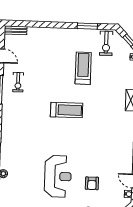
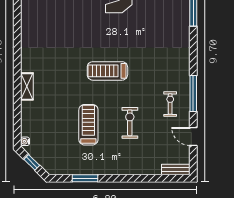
exercise bike: (106, 43) -> (130, 123), moved
treadmill: (83, 68) -> (88, 125), turned 180

